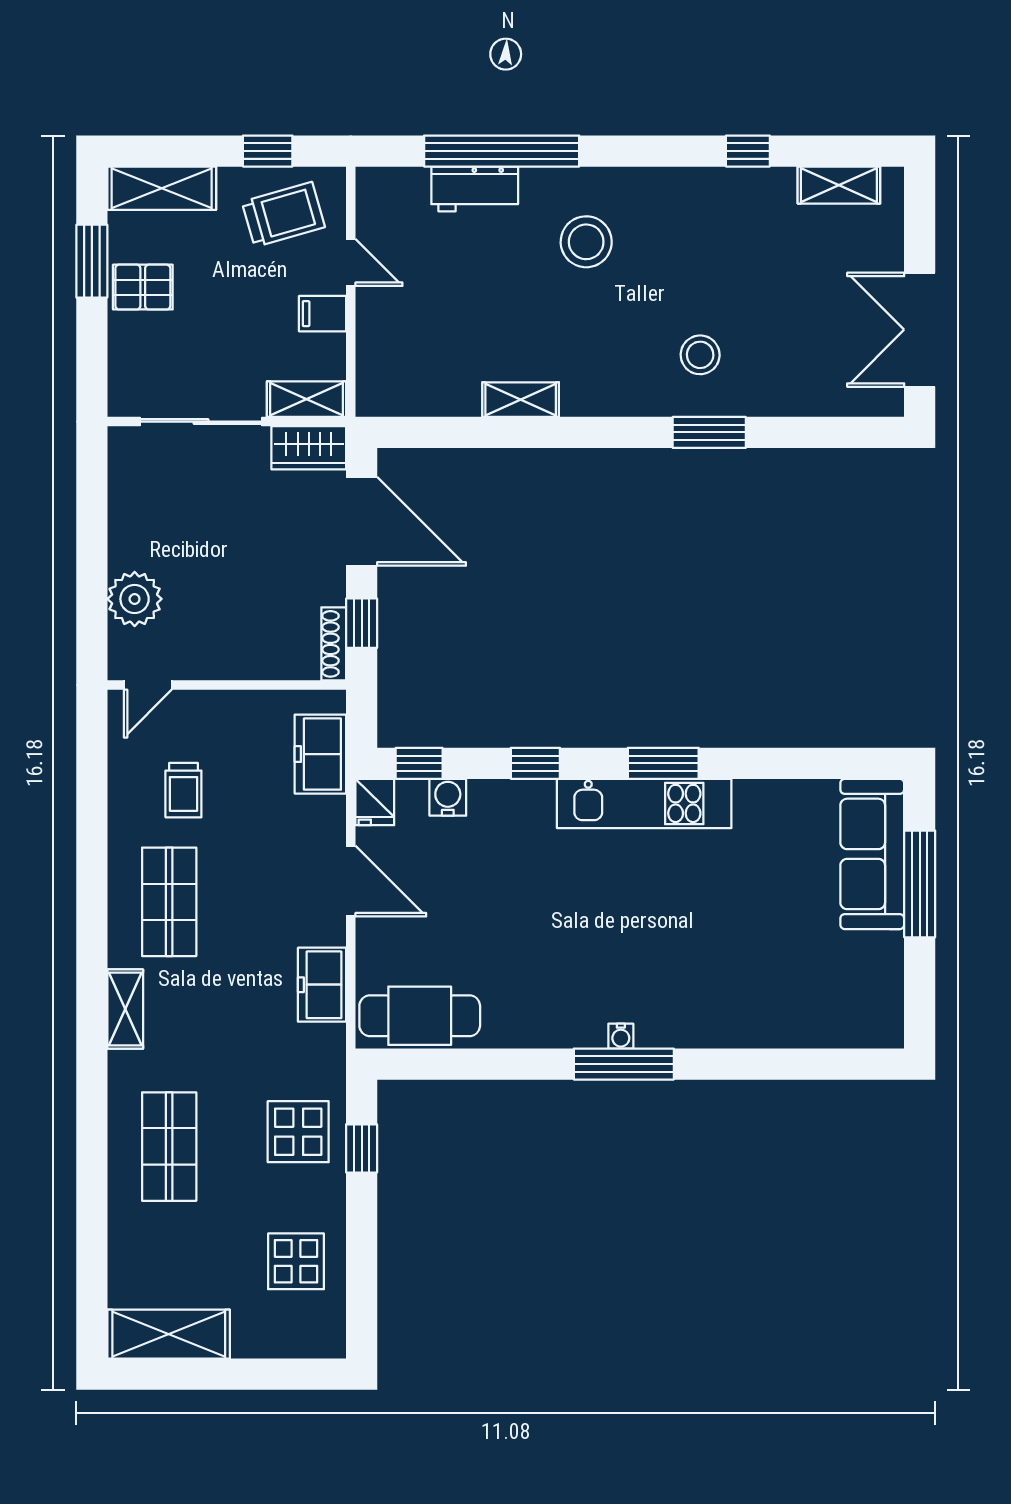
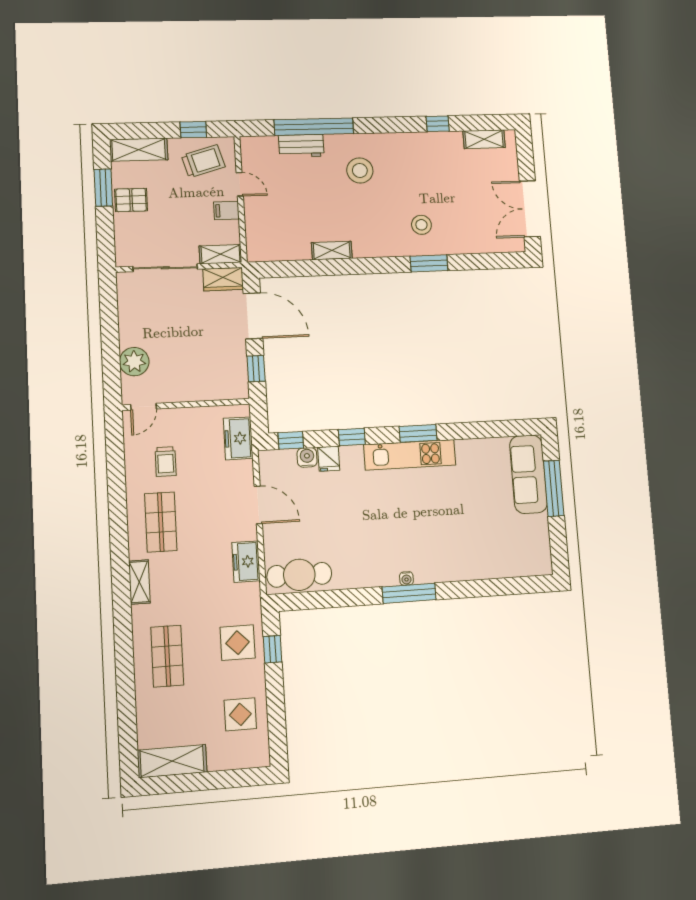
shoe rack: (334, 644) -> (242, 380), removed
fridge: (375, 802) -> (329, 459), moved

